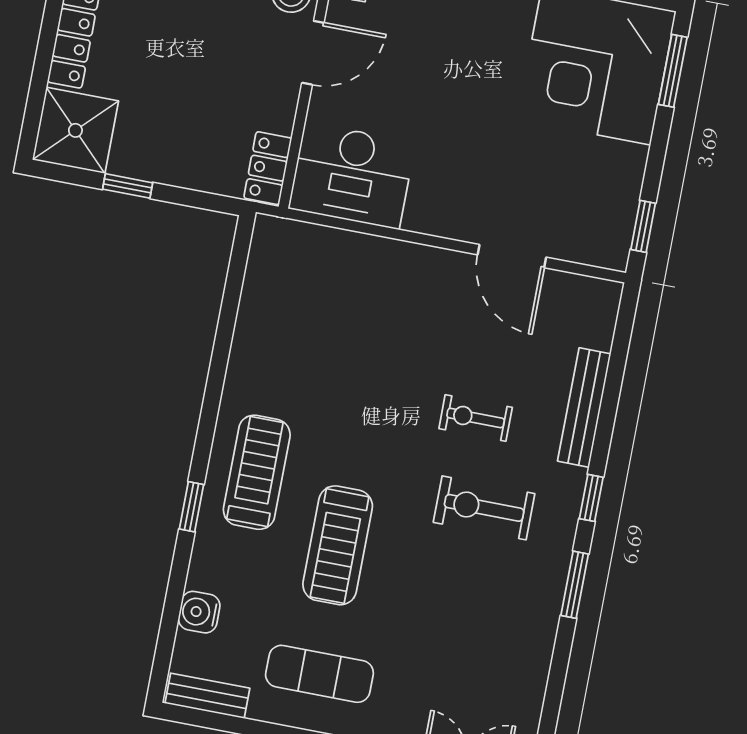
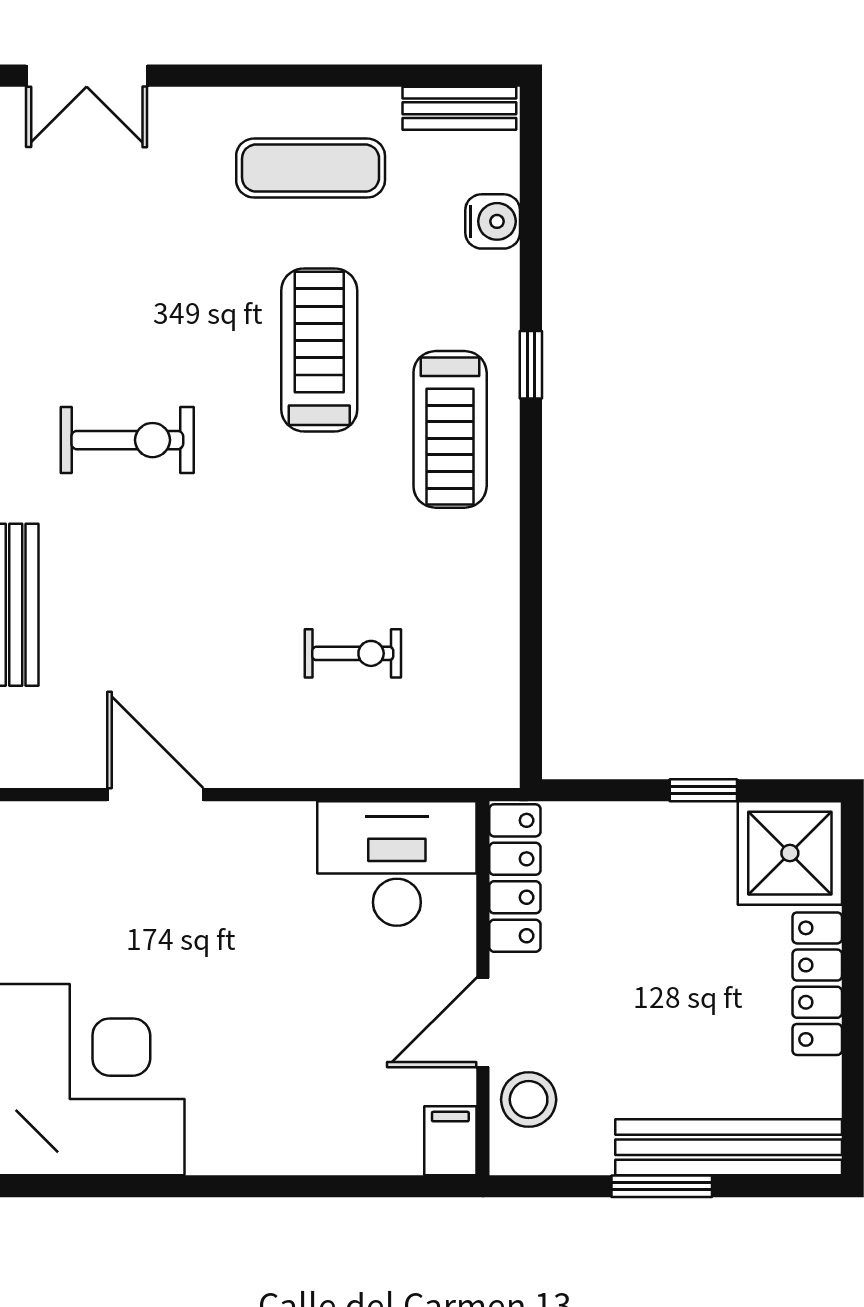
locker: (268, 168) -> (515, 878), width x1.53
exercise bike: (476, 418) -> (353, 653), moved

